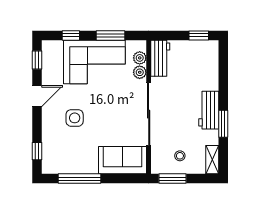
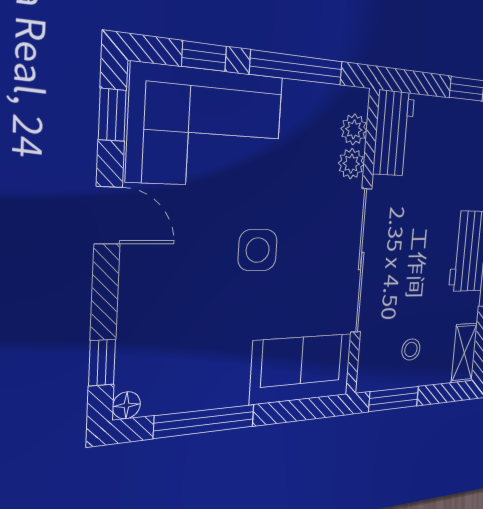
window: (111, 35) -> (297, 68), width x1.44
corner sofa: (94, 62) -> (207, 128), moved
door: (37, 96) -> (108, 215), hinge flipped
side table: (75, 118) -> (258, 250), moved
floor lamp: (47, 169) -> (126, 405), added

